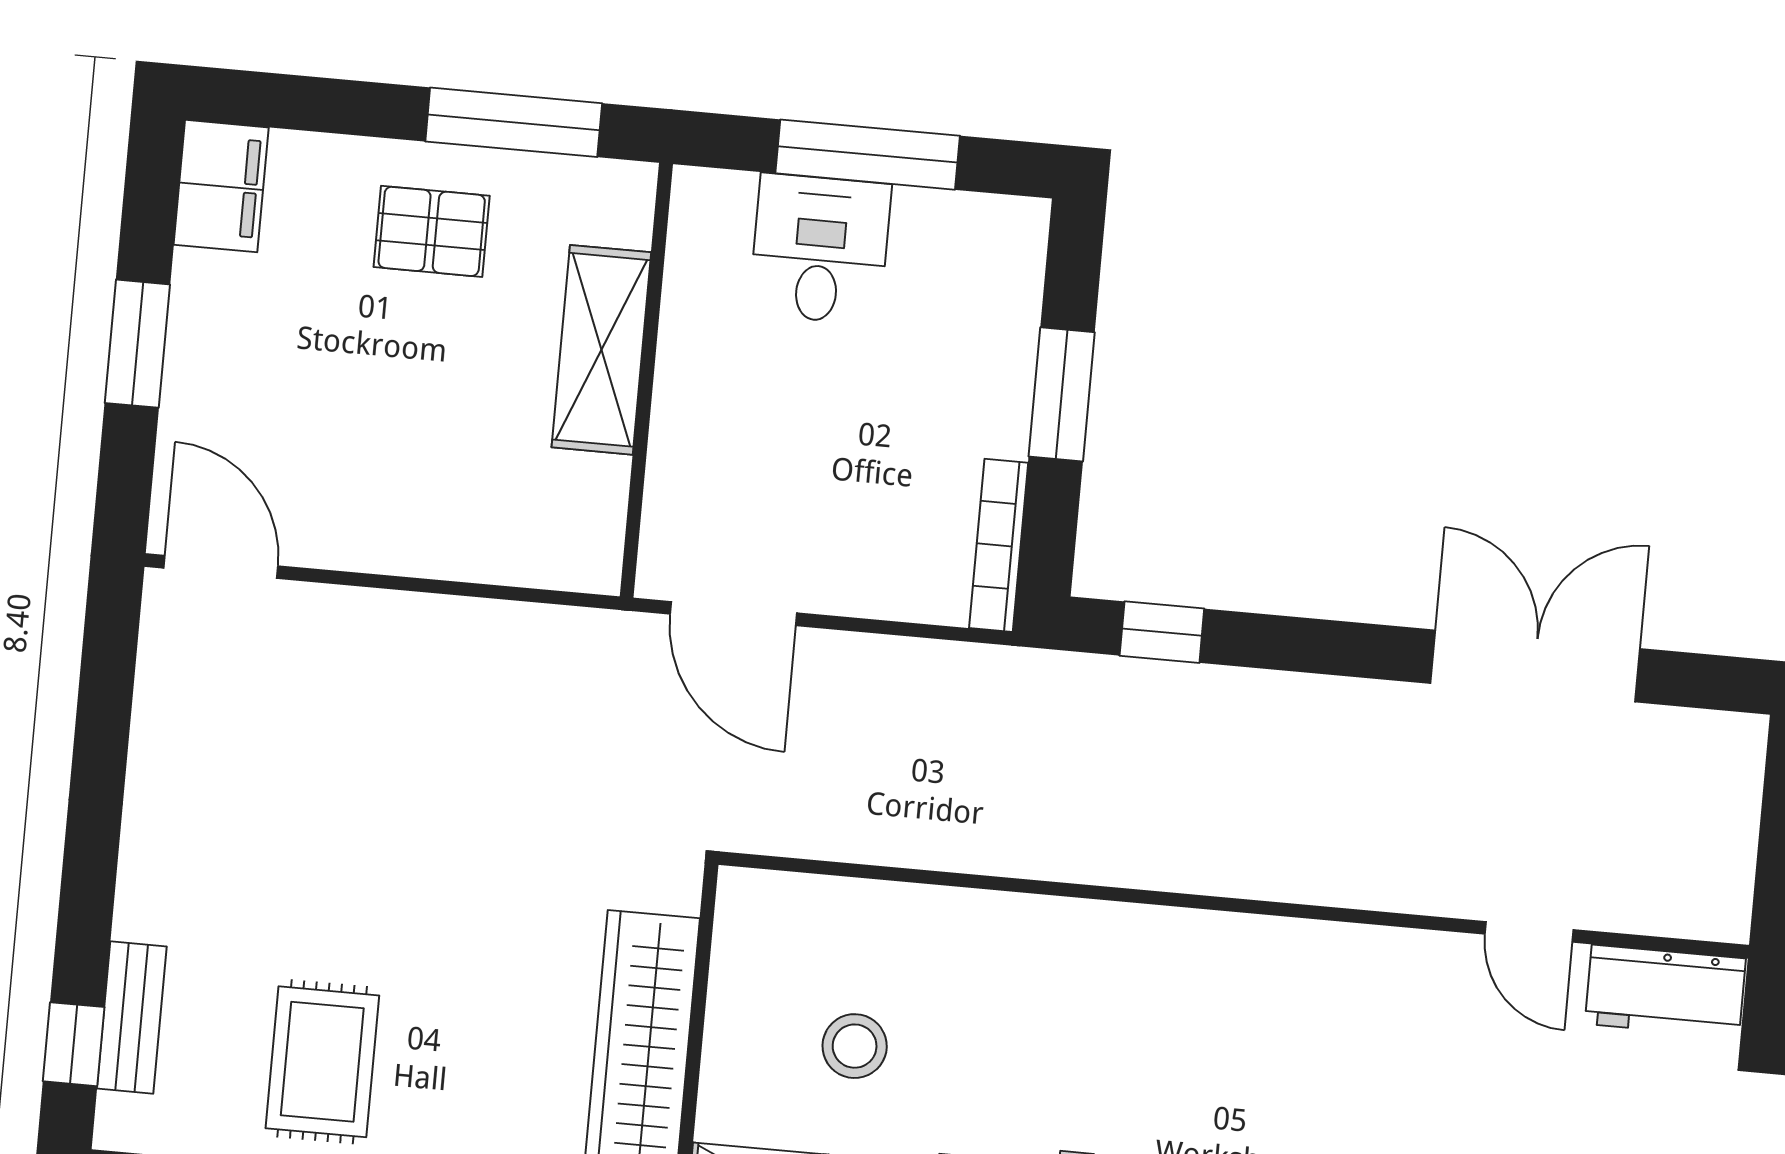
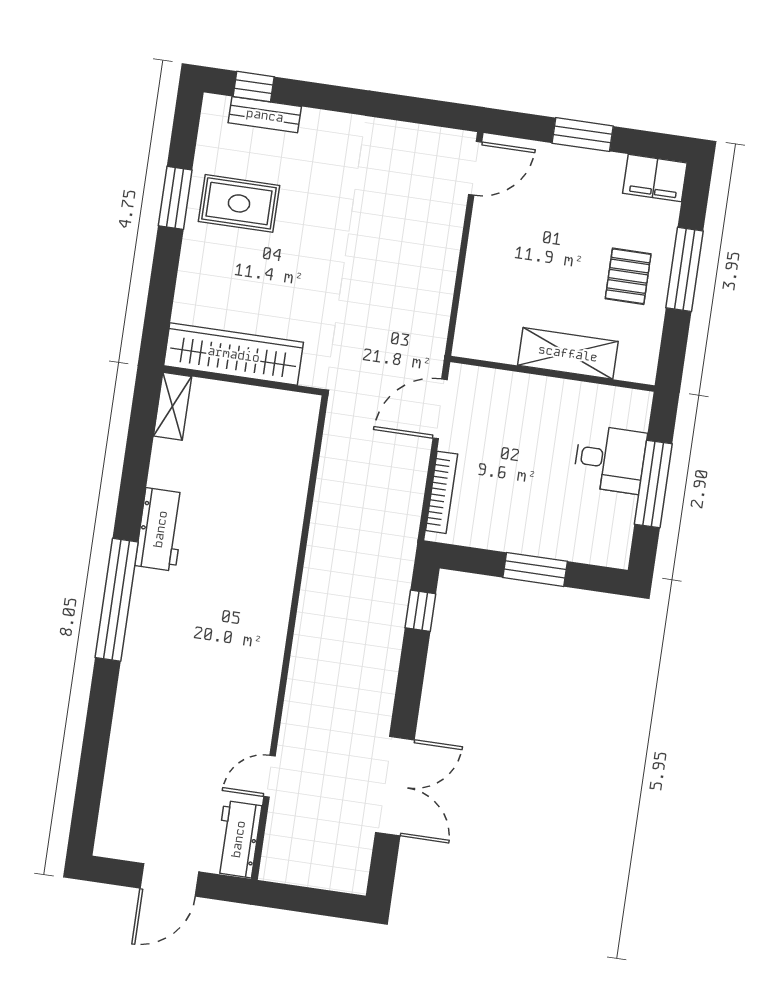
window: (514, 122) -> (685, 269), moved
bookcase: (999, 545) -> (442, 492), moved, turned 90
stool: (855, 1046) -> (233, 455), removed

